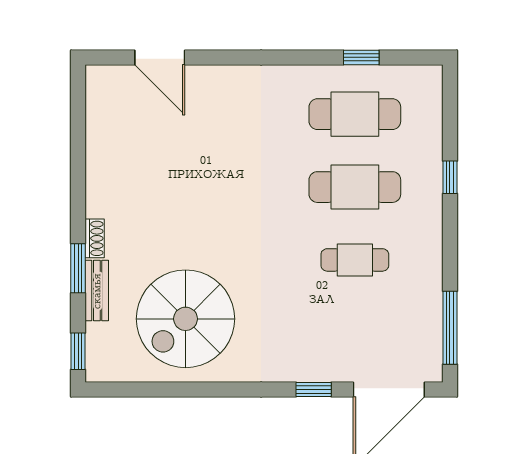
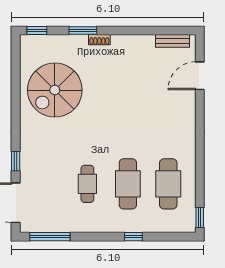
window: (361, 57) -> (200, 218), moved
bench: (97, 291) -> (173, 41), moved
spiral stairs: (186, 319) -> (55, 90), turned -90

